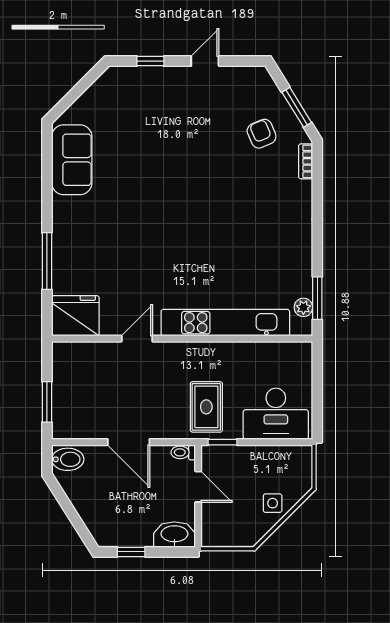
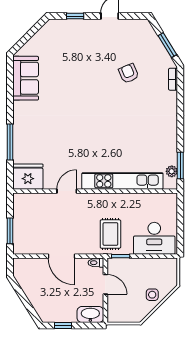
armchair: (262, 134) -> (129, 73), moved
bidet: (68, 459) -> (23, 267), removed

